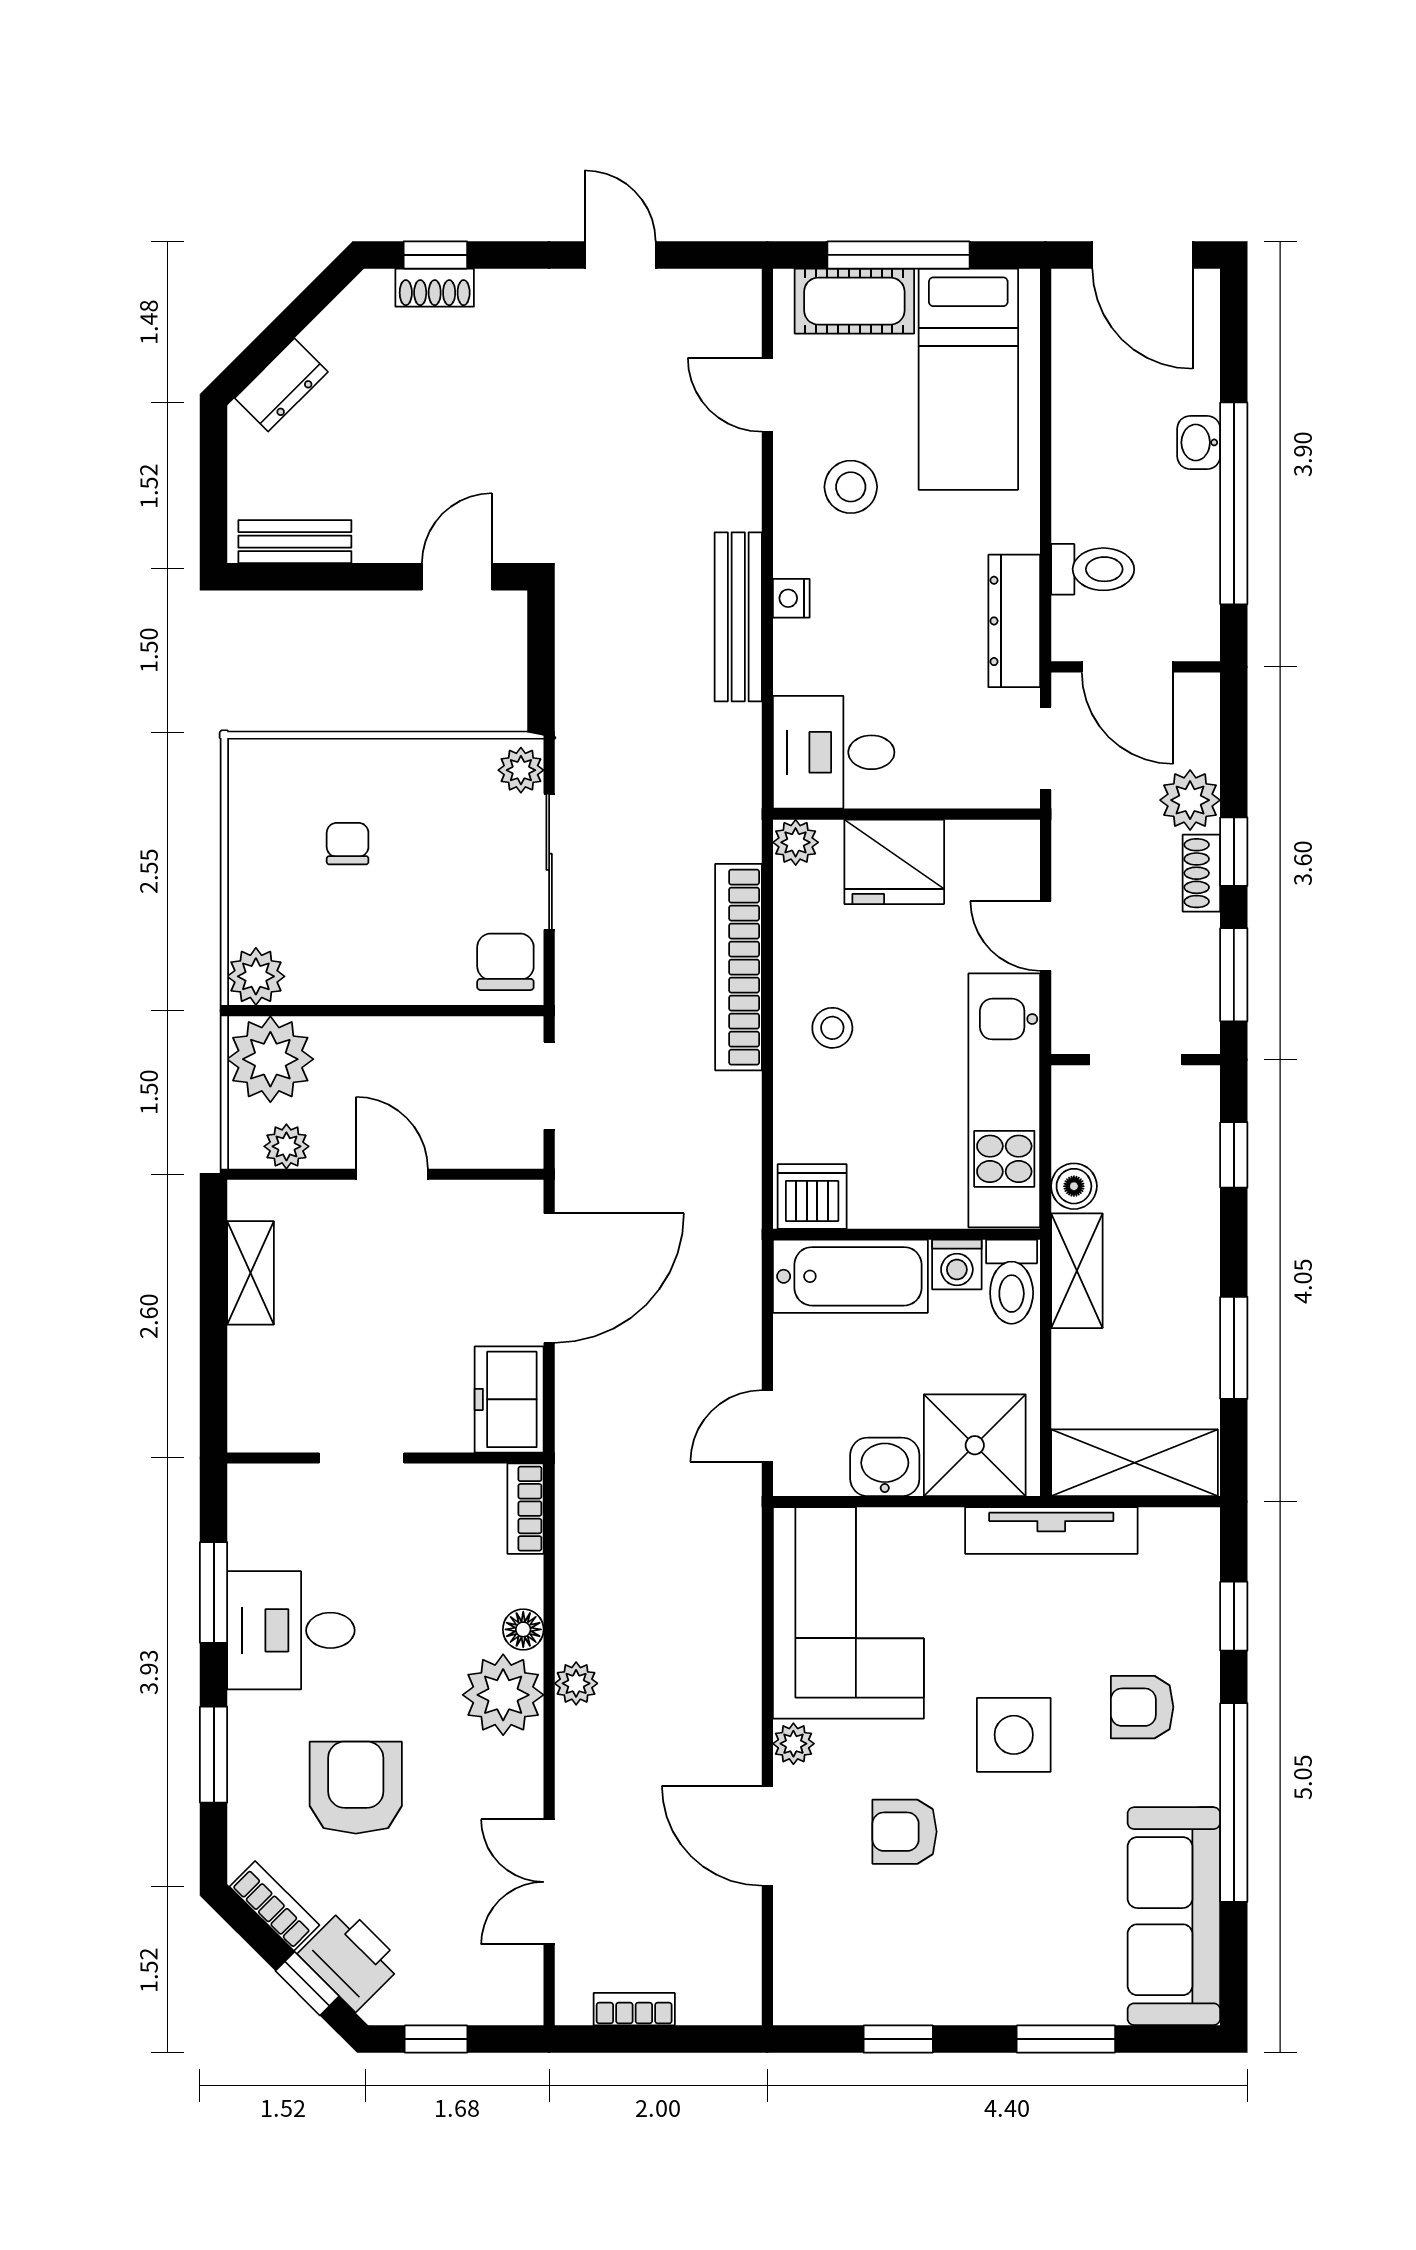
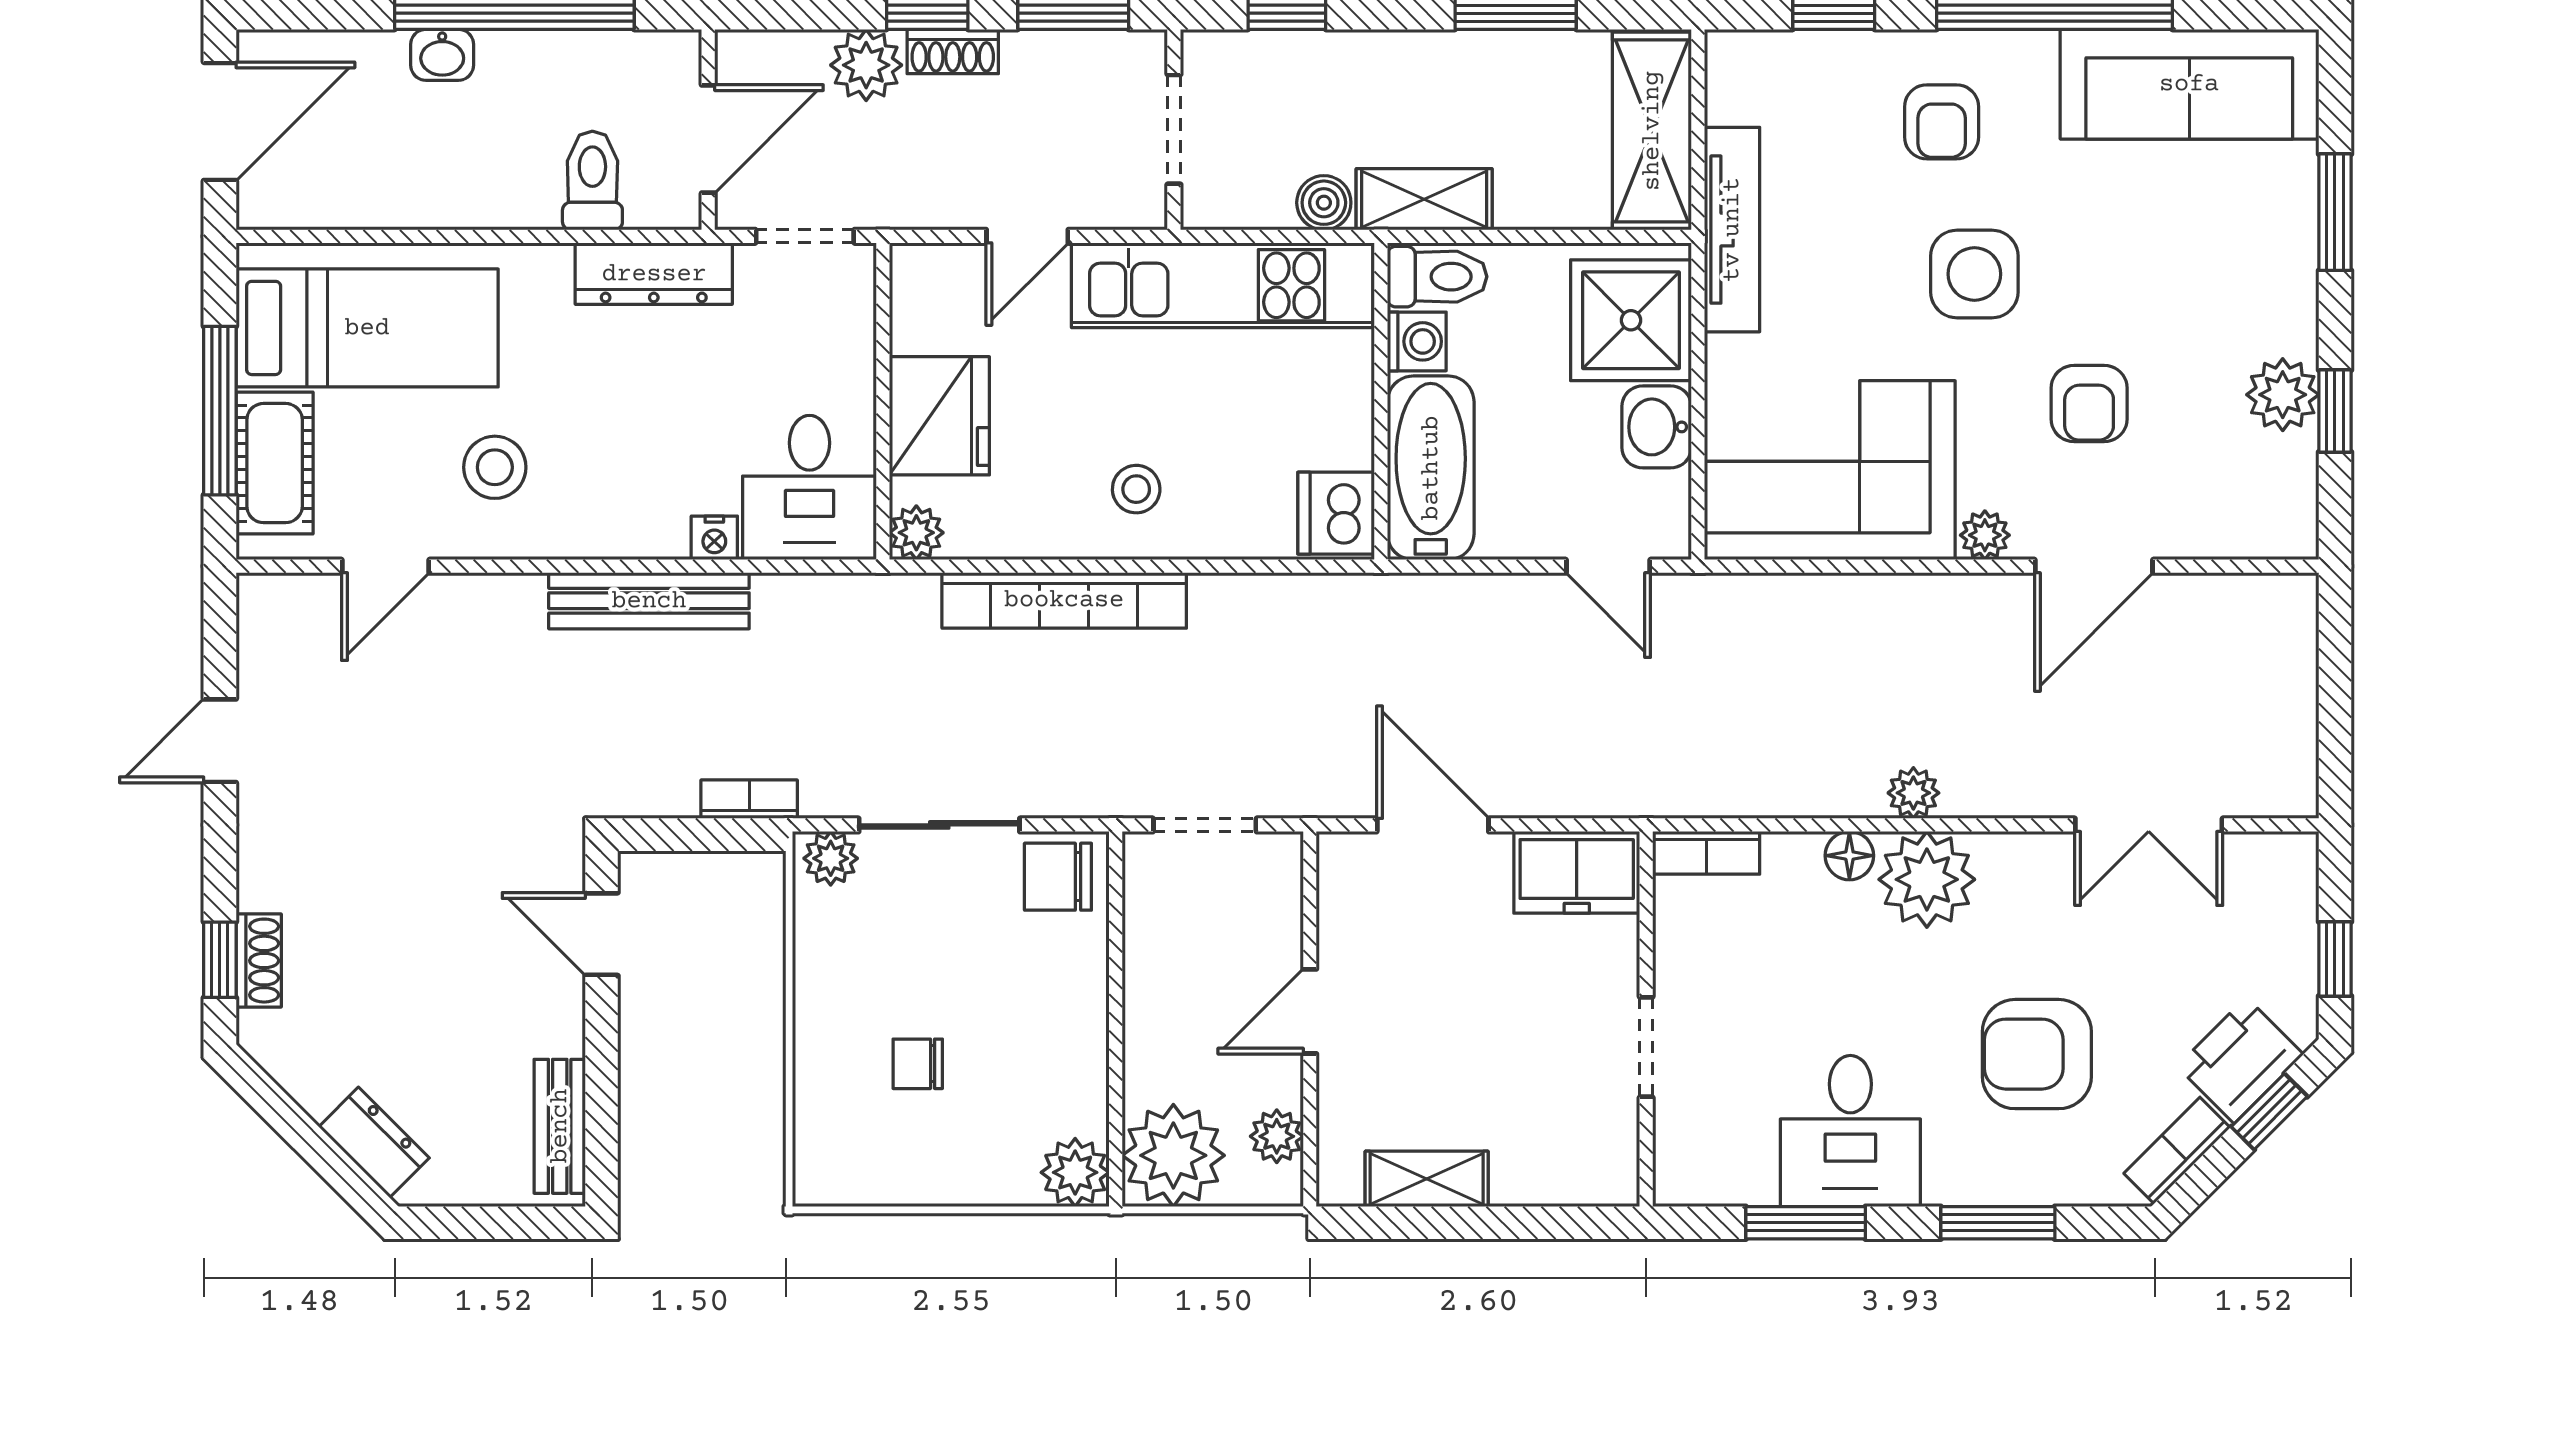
nightstand: (791, 598) -> (714, 538), moved
door: (549, 1278) -> (1433, 825), width x0.73
plant: (912, 1995) -> (2283, 395), added
bookcase: (634, 2009) -> (749, 799), moved, turned 90

